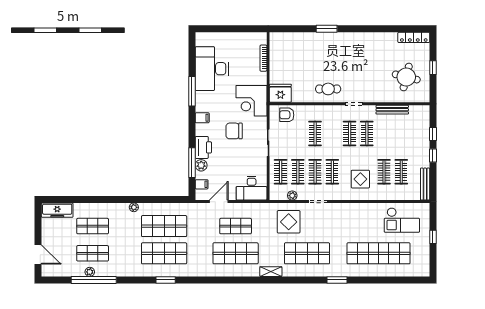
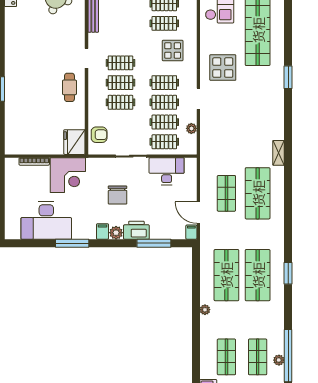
corner desk: (251, 101) -> (68, 175), moved
armchair: (287, 115) -> (99, 135), turned -90
clothes rail: (367, 133) -> (120, 83), moved
plant: (201, 165) -> (116, 233), moved
filing cabinet: (202, 184) -> (191, 232), moved
desk: (252, 188) -> (167, 171), moved, turned -90
display table: (289, 222) -> (223, 68), moved
shop shelf: (307, 253) -> (258, 112), removed

